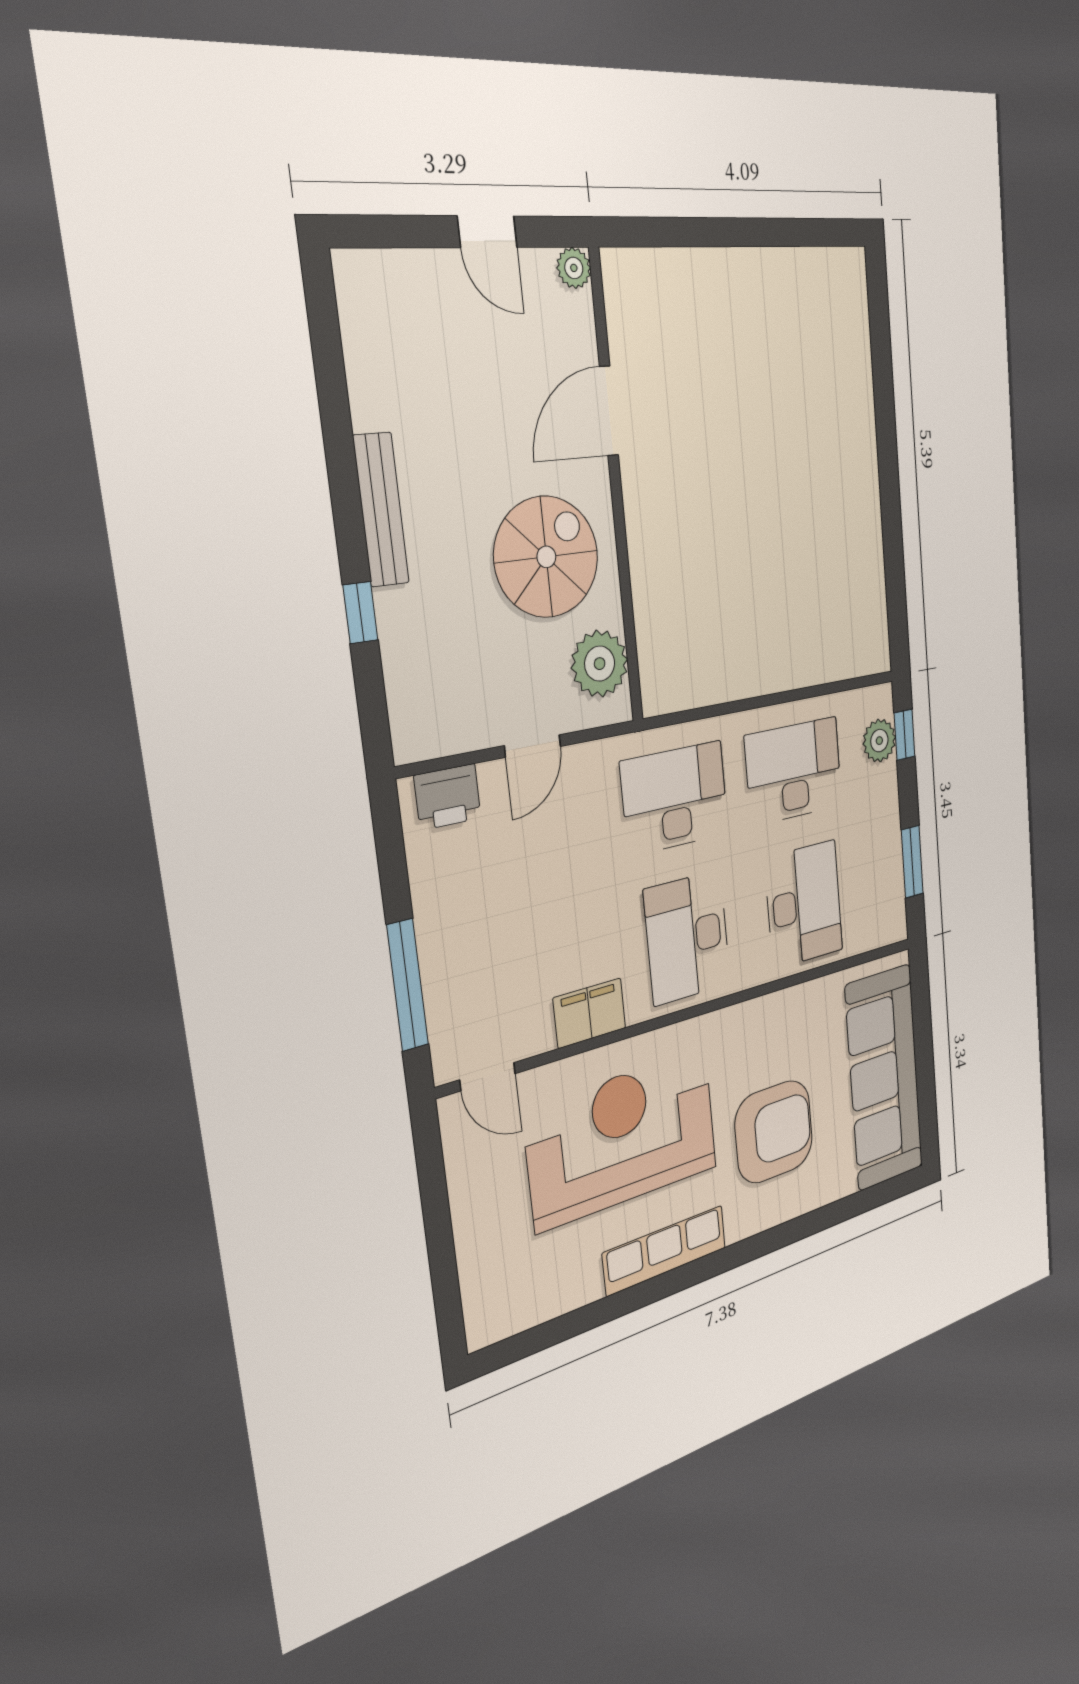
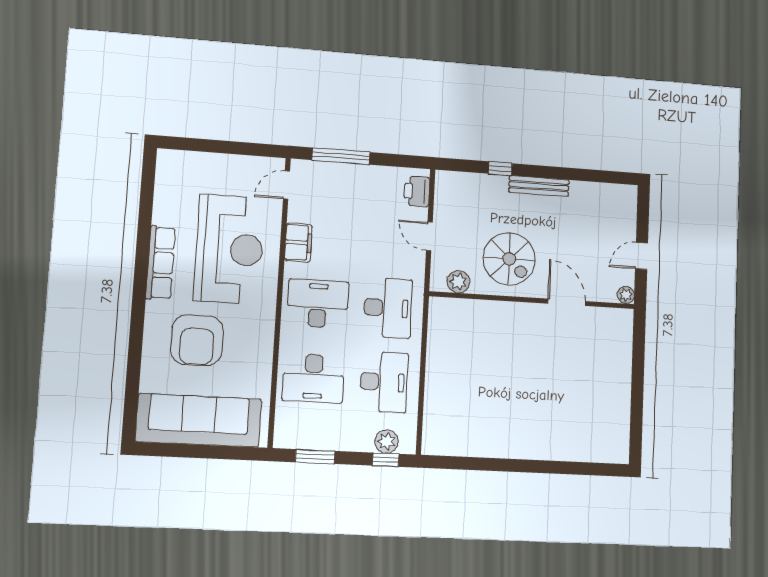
plant: (600, 664) -> (458, 282), width x0.73, depth x0.73

